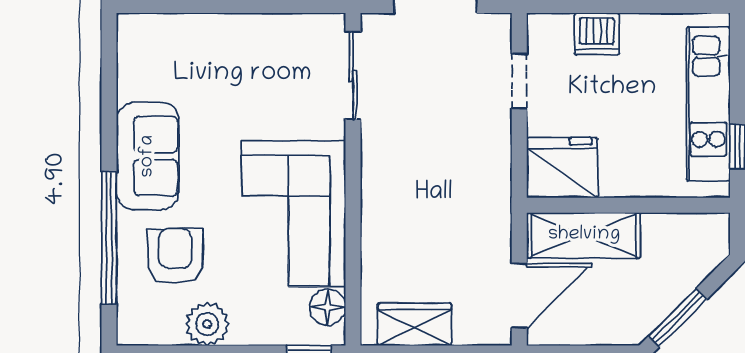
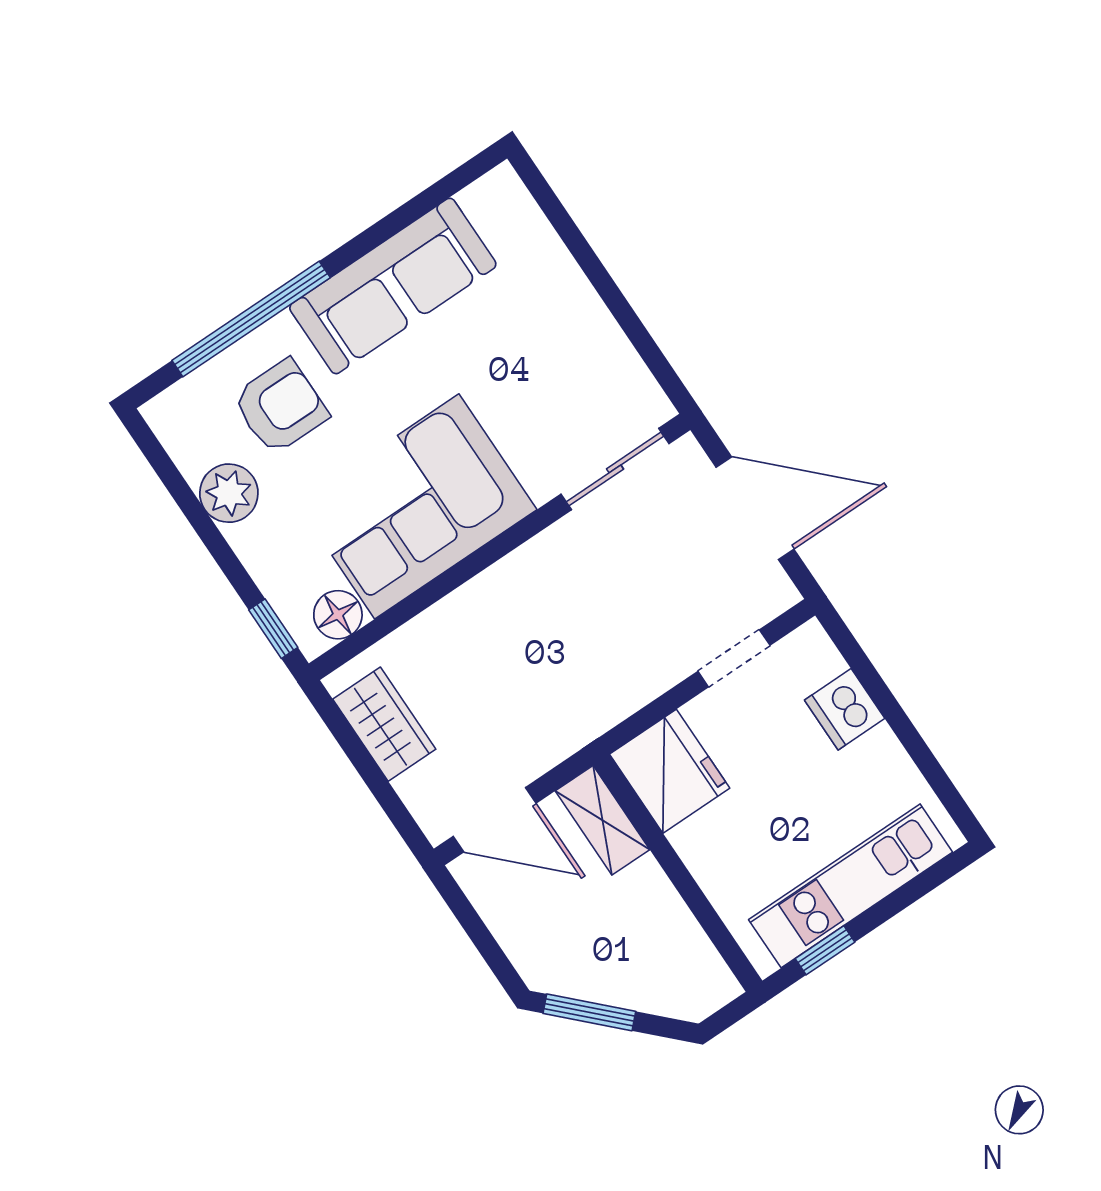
sofa: (148, 156) -> (393, 286), width x1.36
shelving: (584, 235) -> (602, 820), width x0.67, depth x0.75

